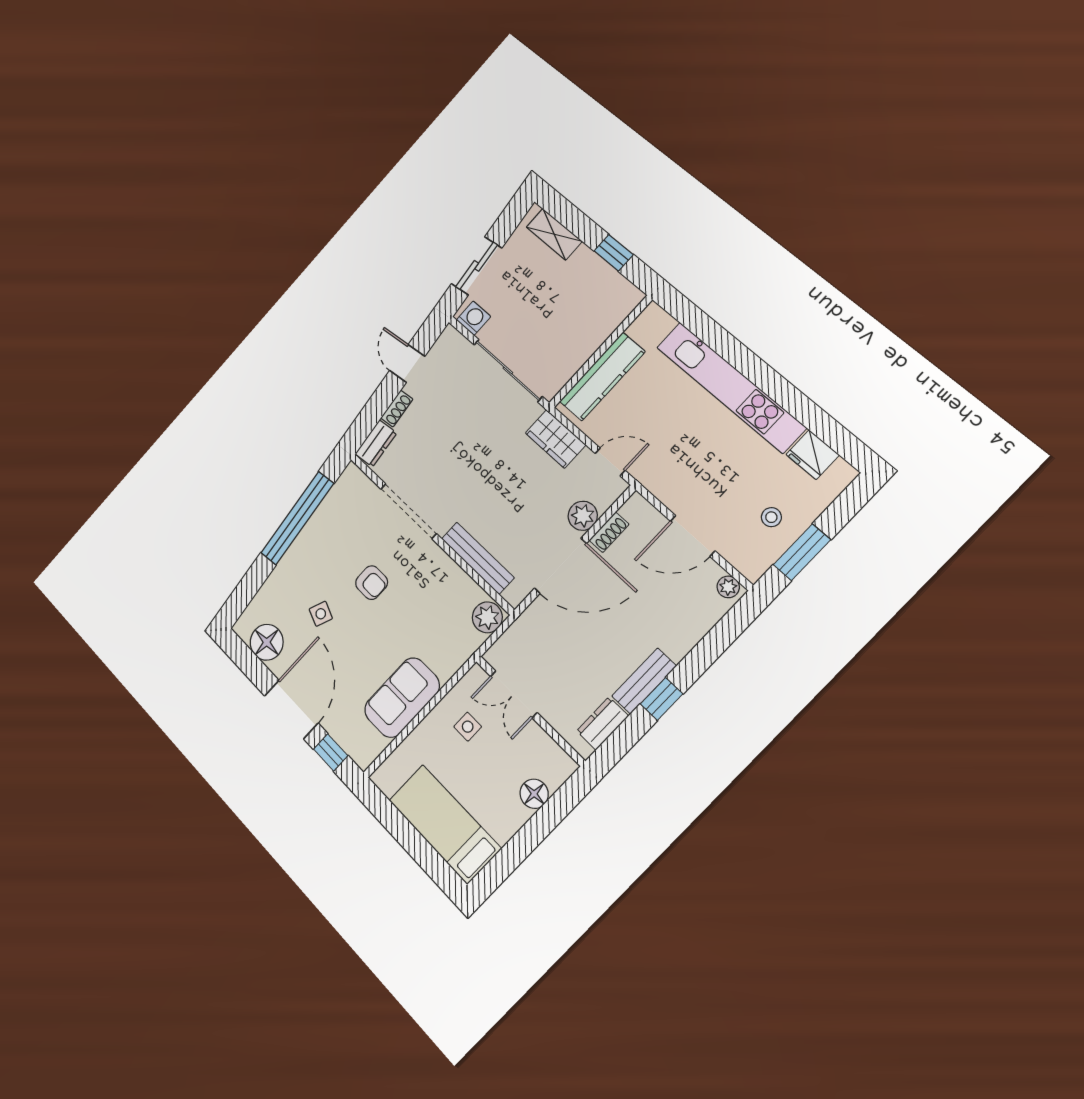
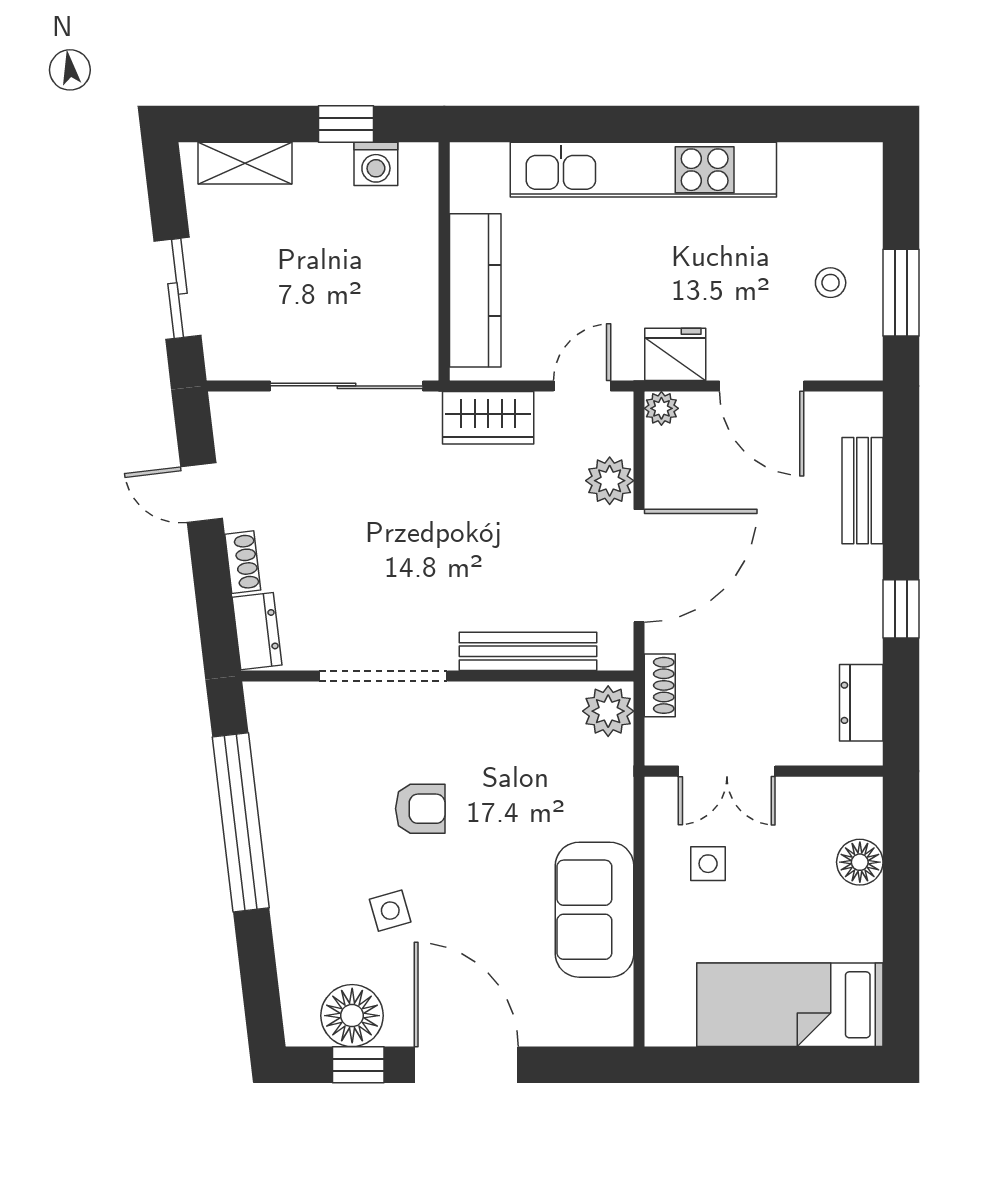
washing machine: (474, 318) -> (376, 164), moved, turned 180
fridge: (813, 455) -> (675, 354), moved, turned 180
shoe rack: (609, 532) -> (660, 685), moved
door: (693, 536) -> (762, 386), hinge flipped
plant: (728, 587) -> (661, 408), moved
side table: (321, 614) -> (390, 911), turned -38
bench: (644, 681) -> (862, 491), moved
window: (331, 752) -> (358, 1065), moved

